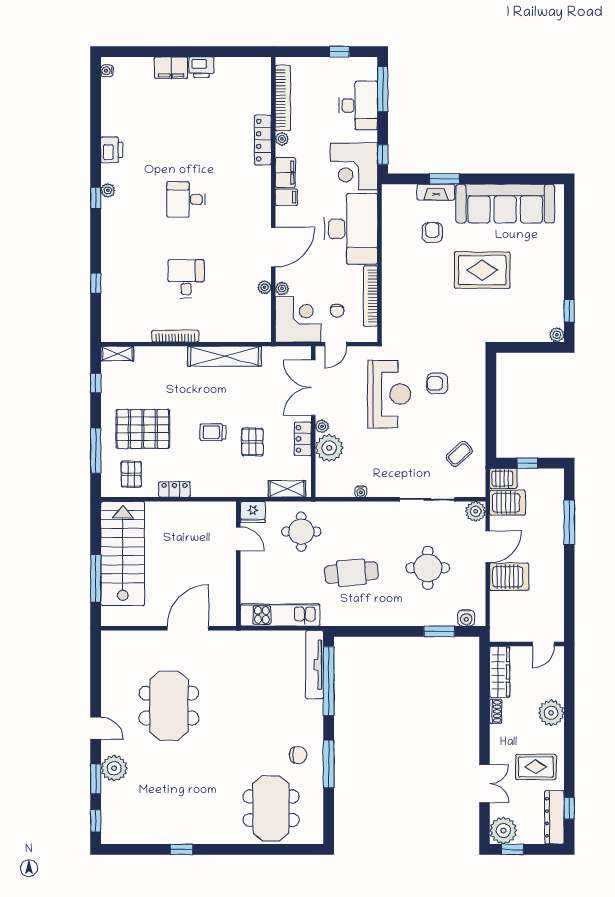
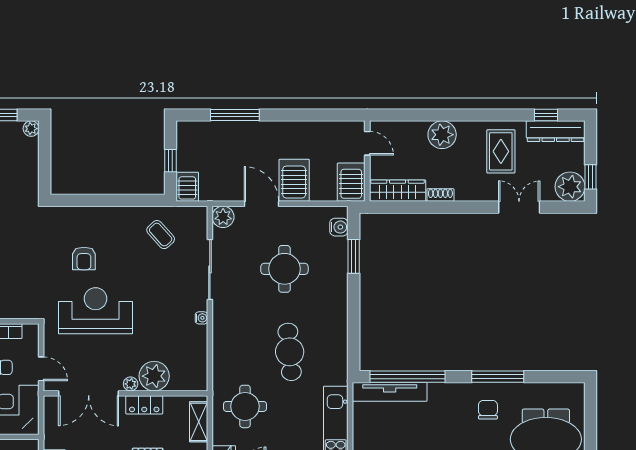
water cooler: (361, 492) -> (201, 318), moved
server rack: (507, 503) -> (351, 182), moved

